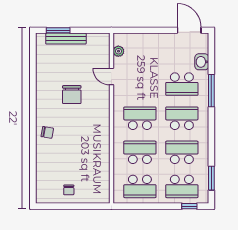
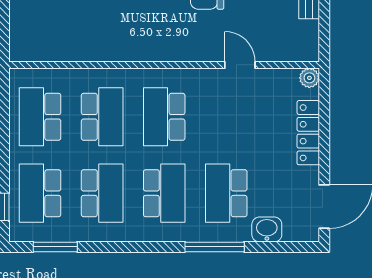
locker: (149, 39) -> (308, 133), added
plant: (118, 51) -> (309, 78), moved
door: (111, 77) -> (240, 65), hinge flipped
school desk: (140, 118) -> (164, 117), turned 180

